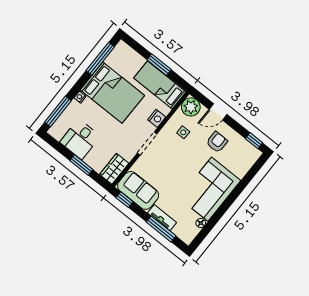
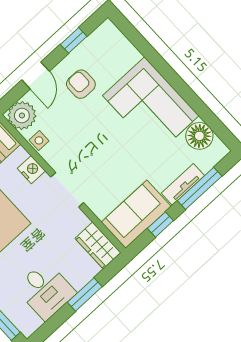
side table: (183, 132) -> (39, 140), moved
window: (254, 141) -> (74, 40), moved
window: (125, 200) -> (160, 225), moved
floor lamp: (201, 223) -> (199, 136), width x1.89, depth x1.89

